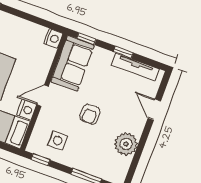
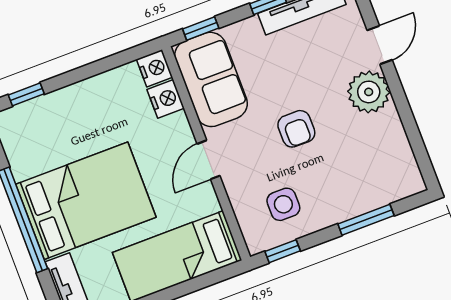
door: (154, 109) -> (380, 45), swing flipped
nightstand: (27, 110) -> (166, 99), moved
plant: (126, 144) -> (369, 92), moved

